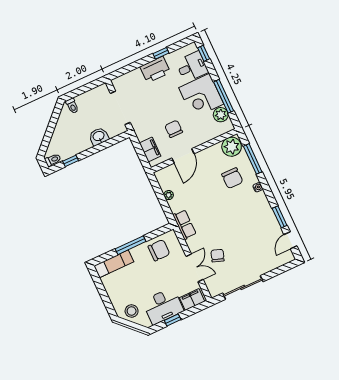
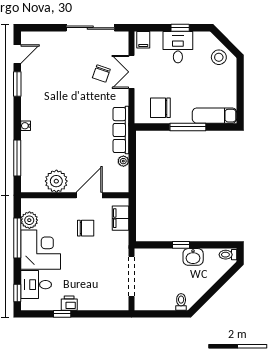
printer: (155, 70) -> (69, 303), width x0.53, depth x0.68
chair: (174, 129) -> (86, 228), turned -90
washbasin: (99, 136) -> (193, 257), moved
plant: (232, 147) -> (56, 181), moved
window: (71, 161) -> (181, 245), moved
chair: (232, 178) -> (48, 148), removed
row of seats: (185, 225) -> (121, 130), width x1.48
filing cabinet: (192, 300) -> (143, 40), width x0.50
desk: (163, 306) -> (178, 47), width x0.73

